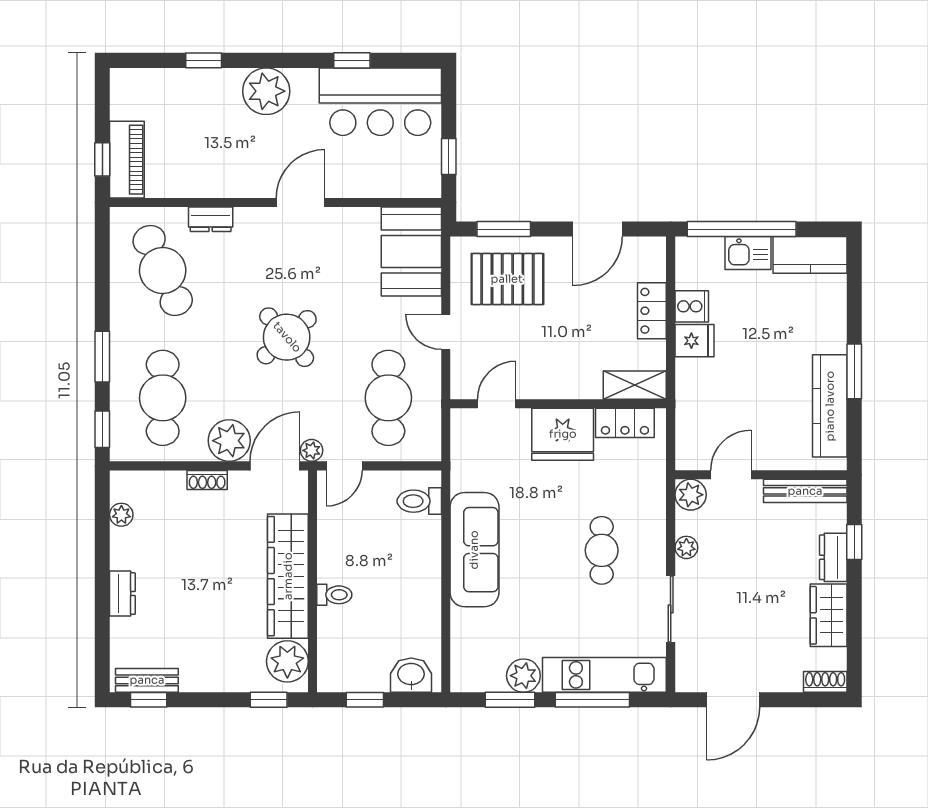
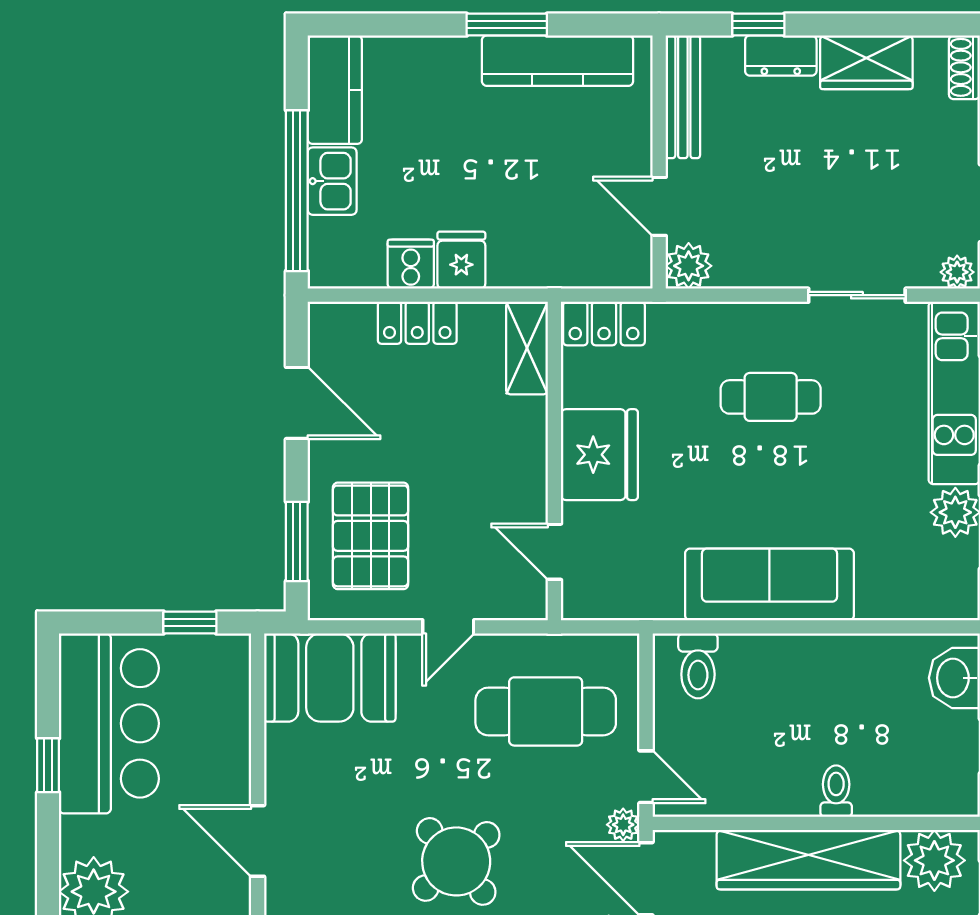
locker: (625, 423) -> (604, 323), moved, turned 90
plant: (686, 547) -> (957, 272), moved

